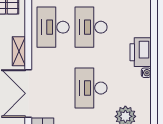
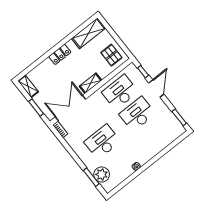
printer: (141, 52) -> (146, 154), removed

